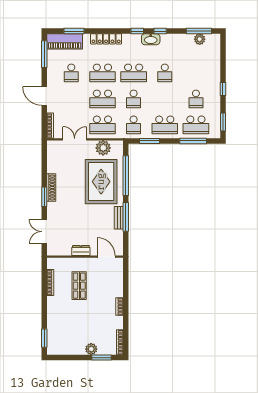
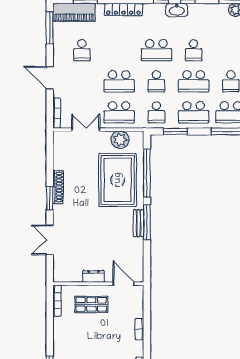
school desk: (102, 73) -> (194, 81), moved
dresser: (81, 251) -> (93, 276), moved
wall: (85, 257) -> (98, 284), moved
door: (106, 257) -> (124, 284), moved
shop shelf: (79, 286) -> (91, 304), turned 90

